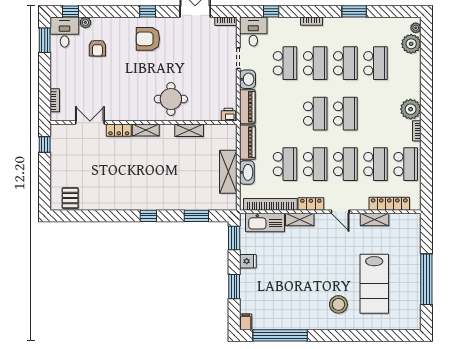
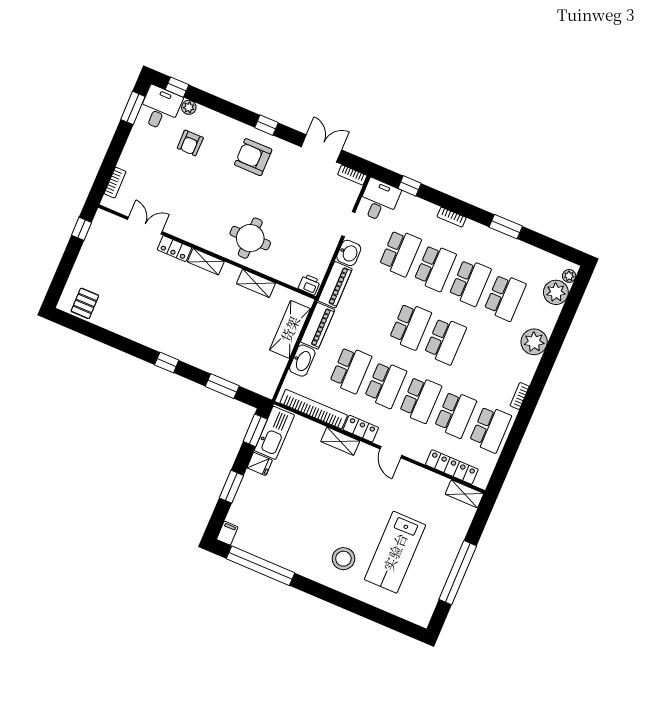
plant: (411, 109) -> (534, 342), moved
shelving: (228, 172) -> (290, 329), moved
shelving: (375, 219) -> (464, 494), moved
kitchen sink: (265, 222) -> (274, 433), moved, turned -90

